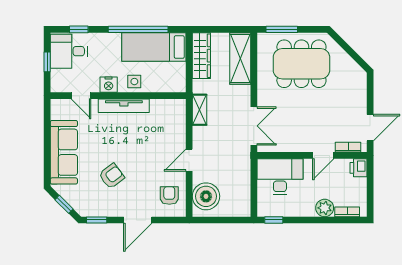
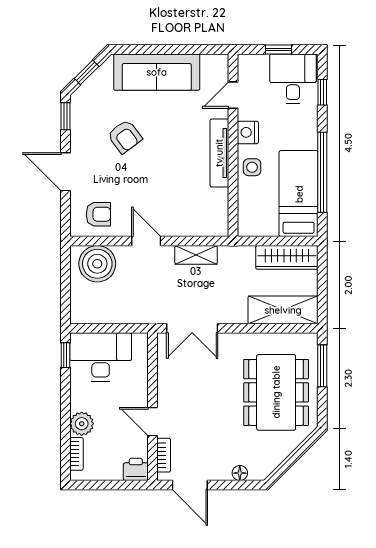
floor lamp: (361, 91) -> (240, 473), added
shelving: (199, 110) -> (196, 255), moved
desk: (280, 177) -> (101, 357), moved, turned -90

